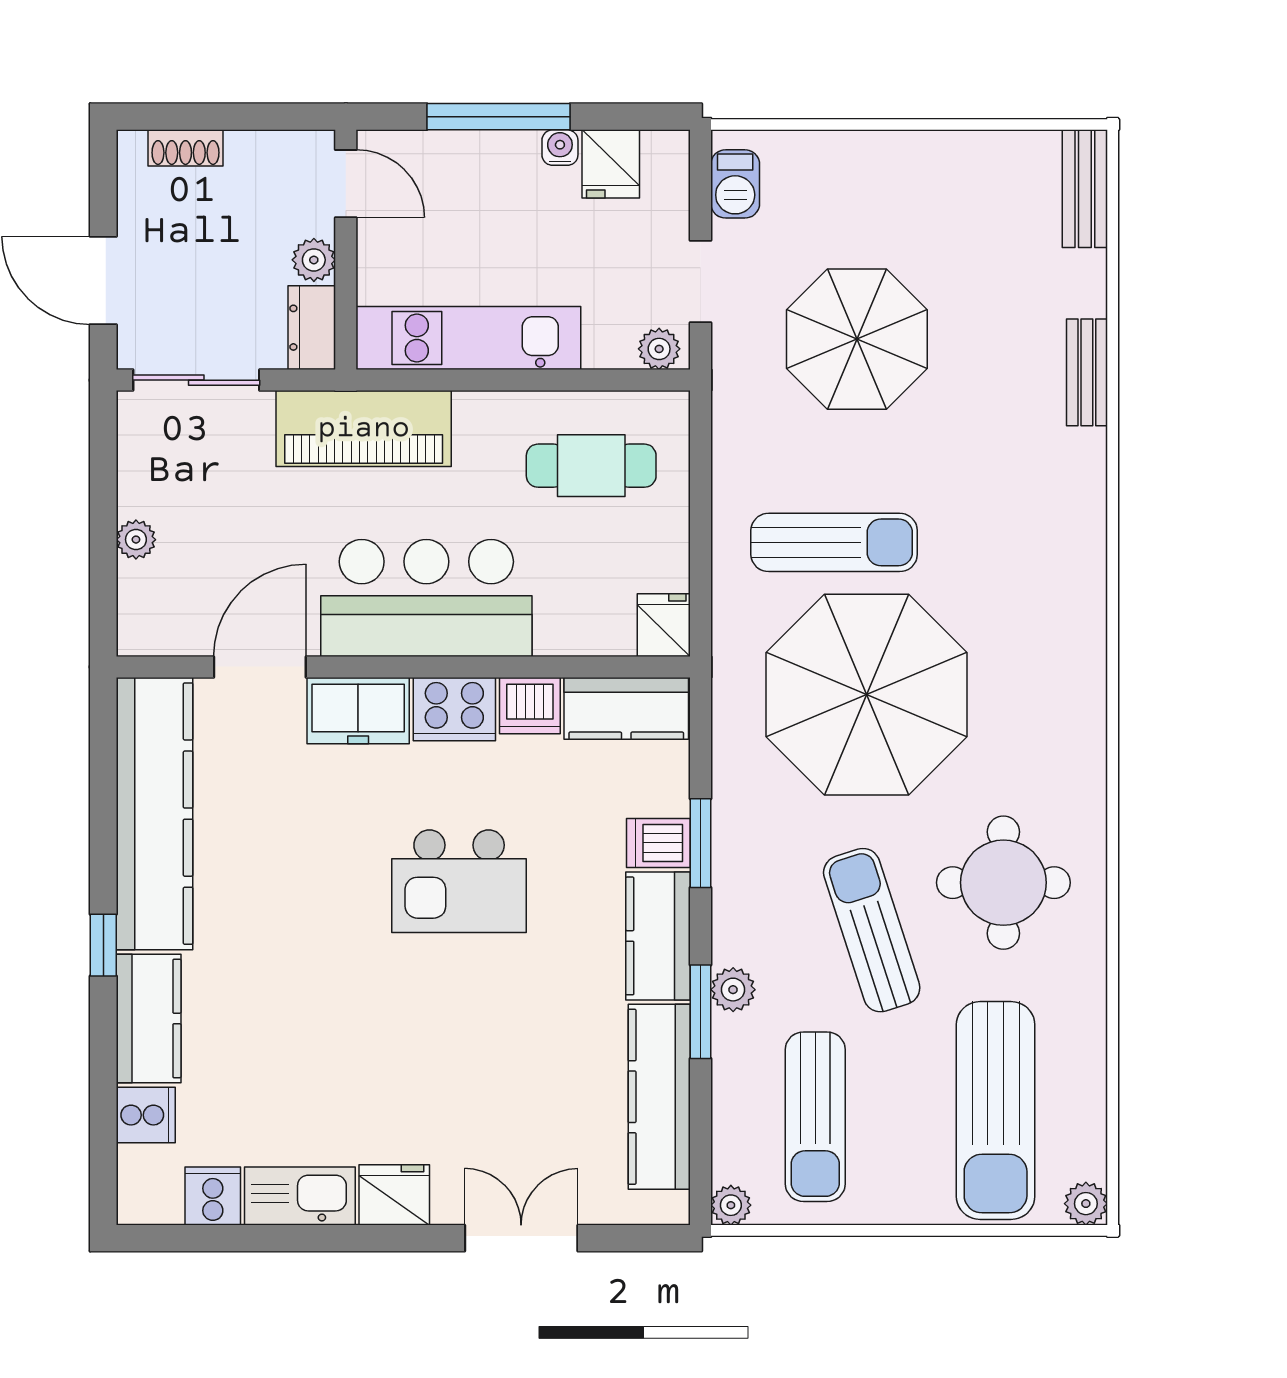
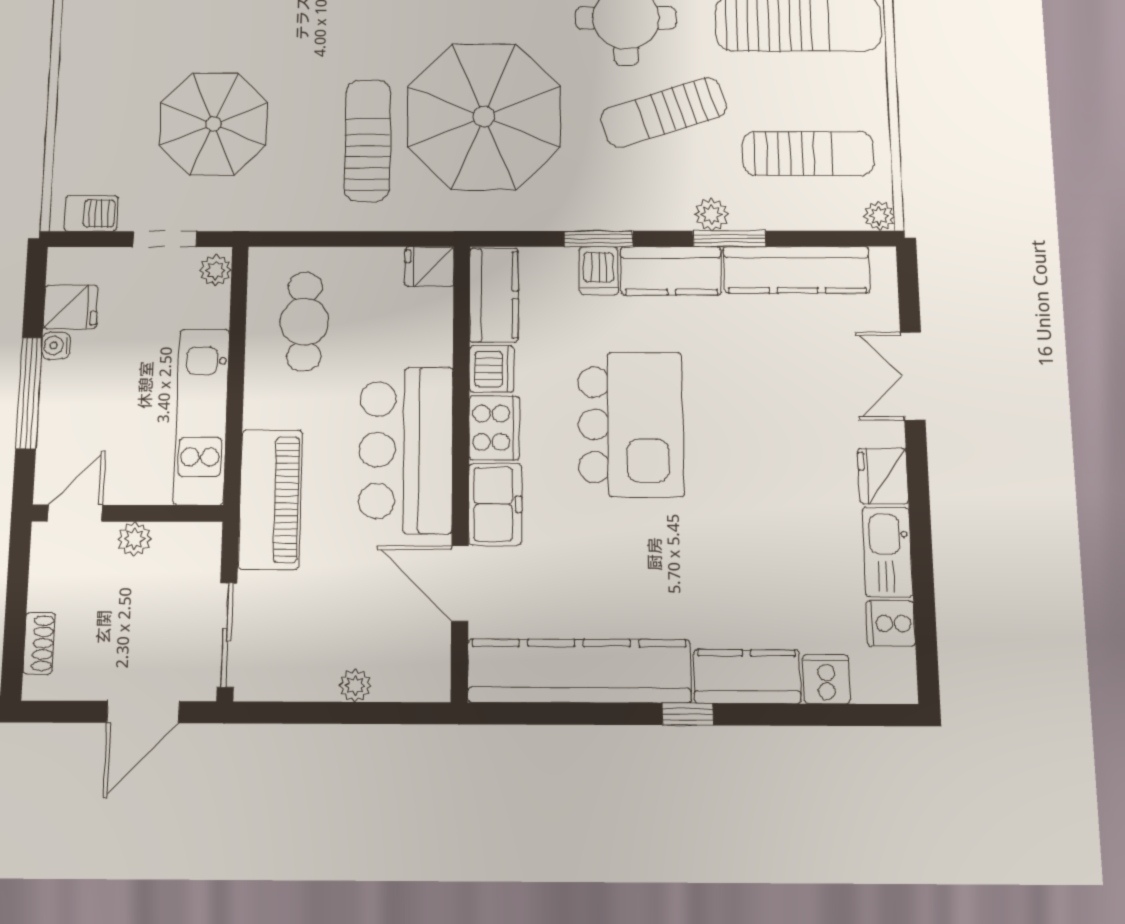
dresser: (312, 328) -> (188, 541), removed
kitchen island: (459, 881) -> (631, 424), width x1.37, depth x1.28

